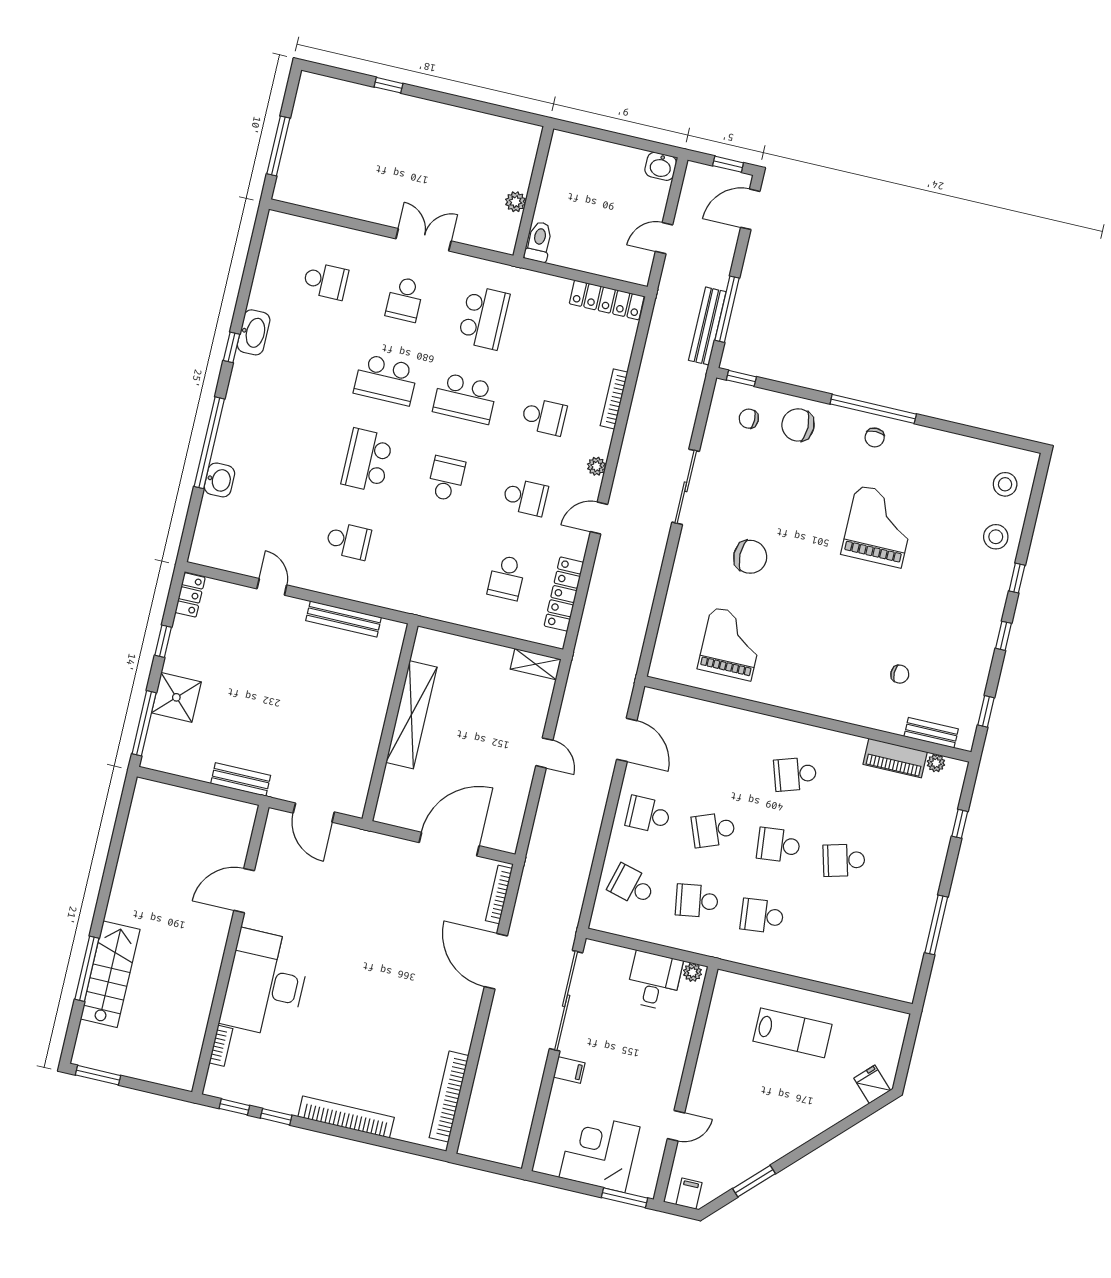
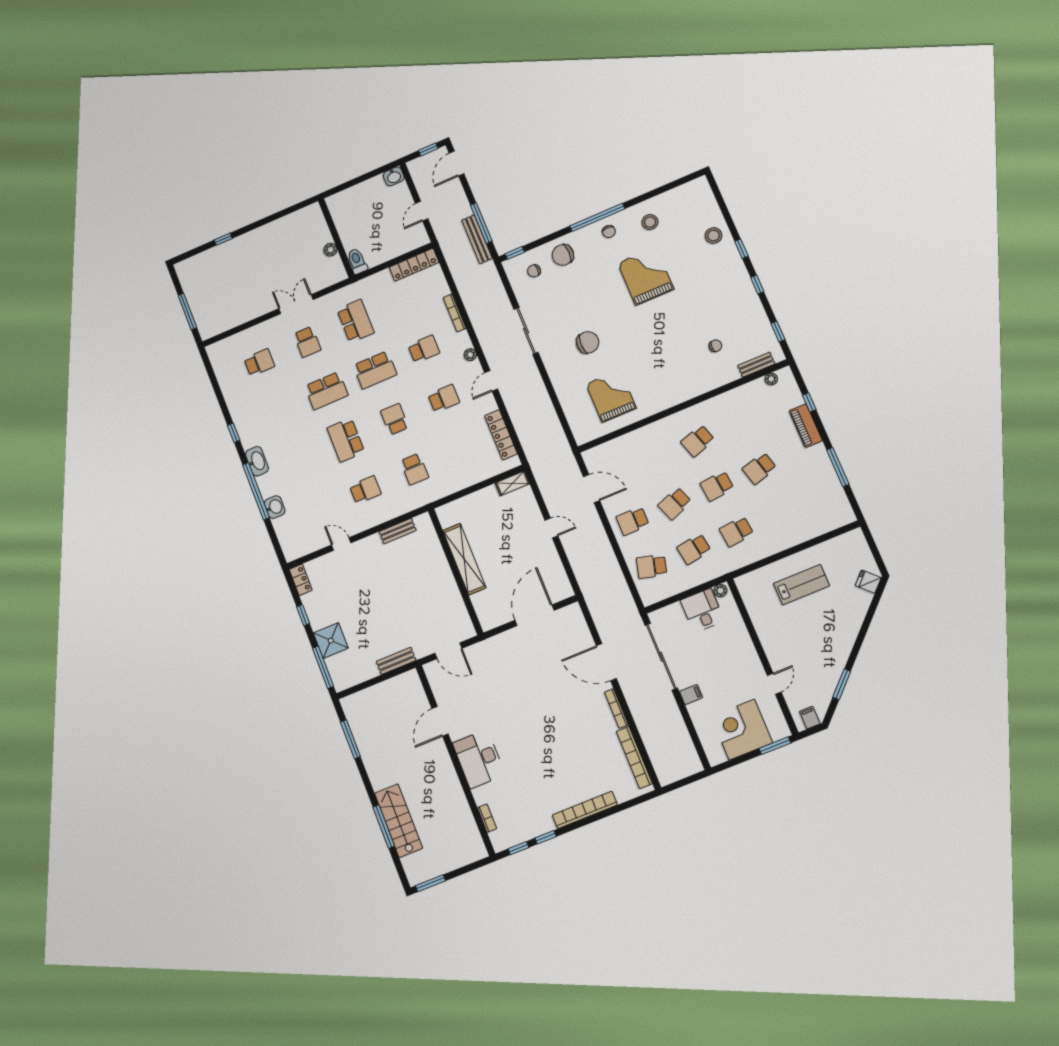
washbasin: (254, 332) -> (257, 461), moved
stool: (1005, 484) -> (650, 222), moved
school desk: (507, 578) -> (414, 469), moved
bench: (344, 619) -> (398, 531), width x0.73
piano: (895, 758) -> (806, 426), moved, turned 90
window: (118, 835) -> (350, 739), added
bookcase: (499, 895) -> (616, 708), moved
desk: (265, 983) -> (479, 759), width x0.73, depth x0.77

